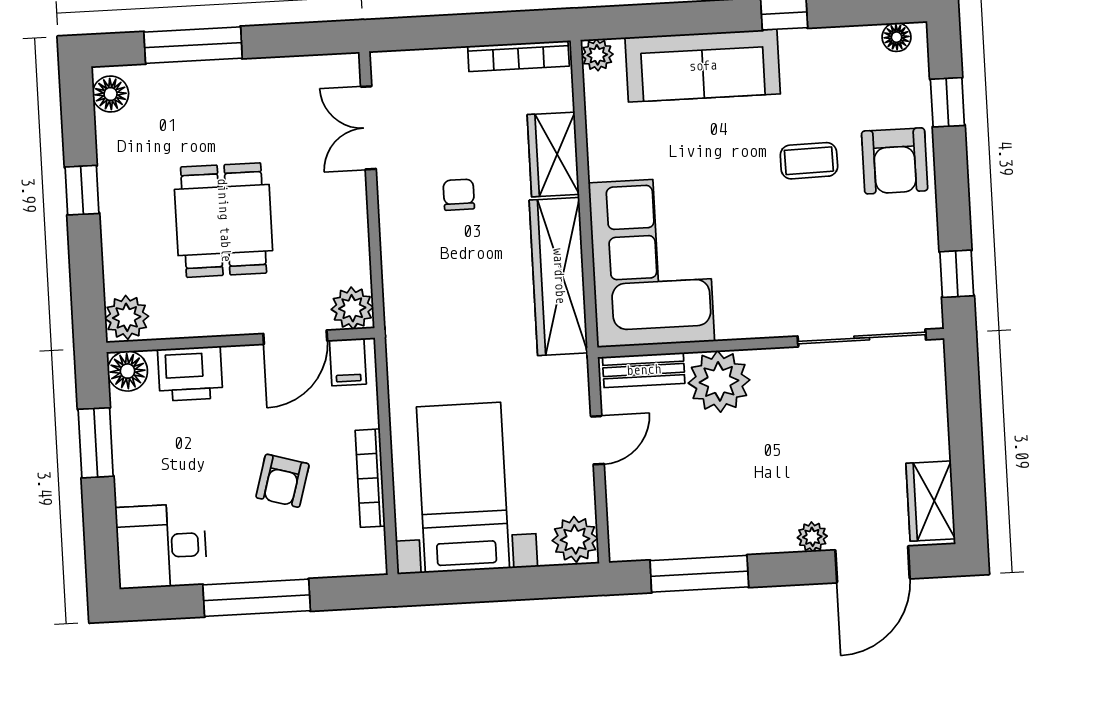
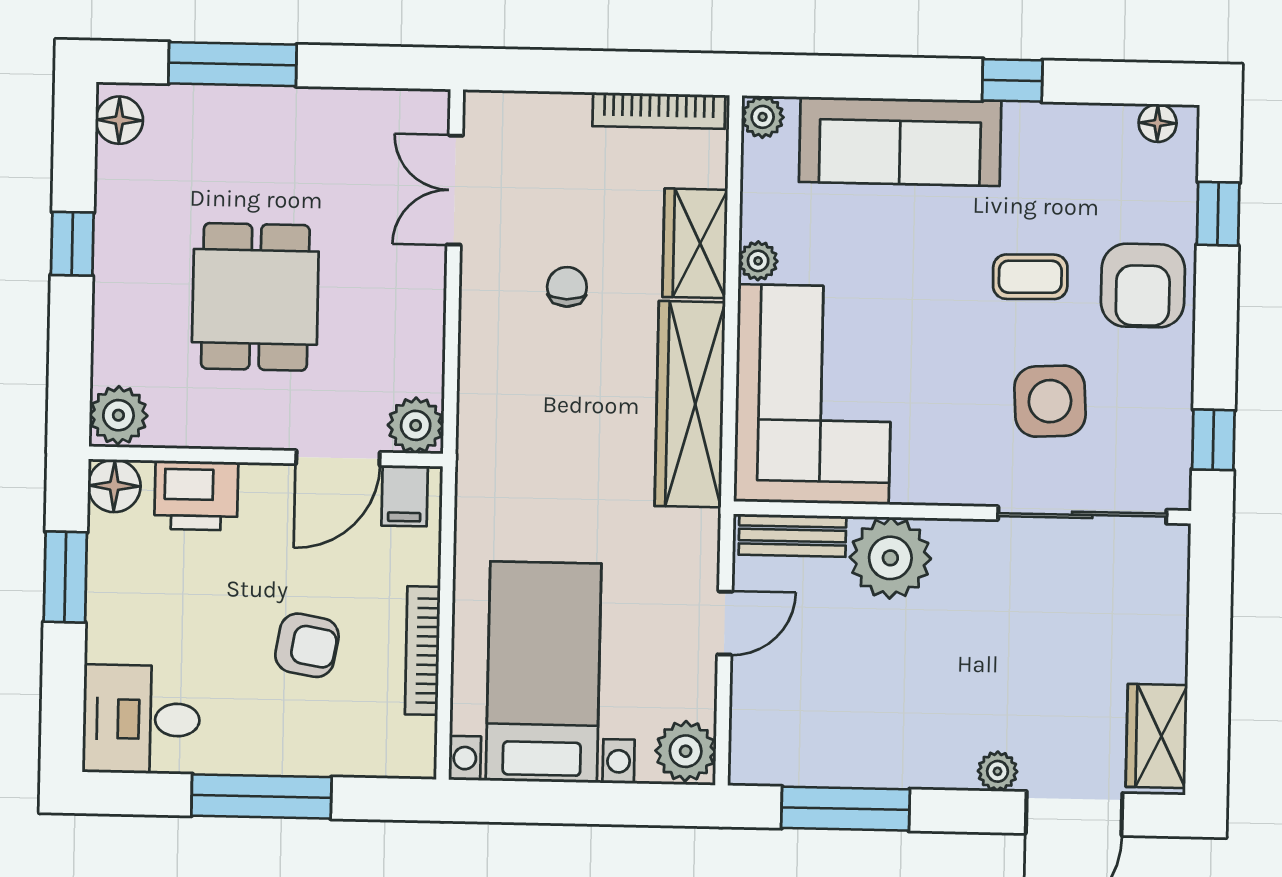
plant: (602, 164) -> (758, 261), added
side table: (831, 254) -> (1050, 401), added
armchair: (282, 481) -> (307, 645), turned -96

